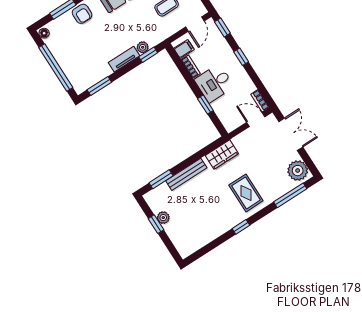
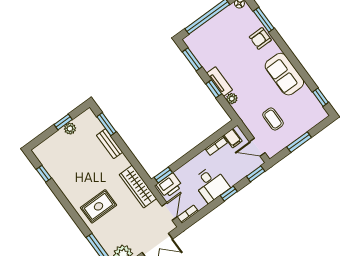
window: (148, 55) -> (214, 89), moved
desk: (214, 83) -> (211, 184), moved, turned 180
window: (205, 105) -> (163, 175), moved
printer: (229, 118) -> (169, 185), added
wardrobe: (222, 155) -> (138, 187), width x1.50
bench: (186, 174) -> (110, 144), width x0.73
window: (241, 227) -> (44, 174), moved

